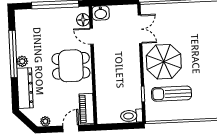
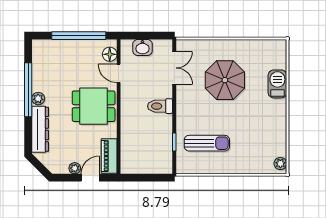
washbasin: (101, 13) -> (143, 47), moved
parasol: (164, 62) -> (225, 80), moved
sun lounger: (171, 94) -> (207, 143), turned 180
toilet: (132, 116) -> (160, 106), moved
plant: (45, 121) -> (75, 168), moved

